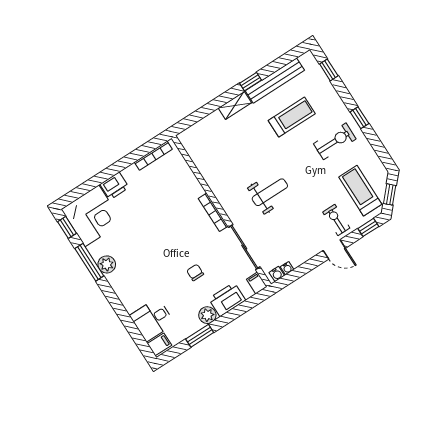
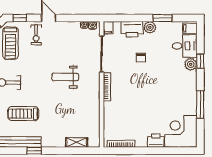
shelving: (235, 105) -> (77, 142), moved
window: (67, 227) -> (200, 61), moved
plant: (107, 264) -> (191, 64), moved

